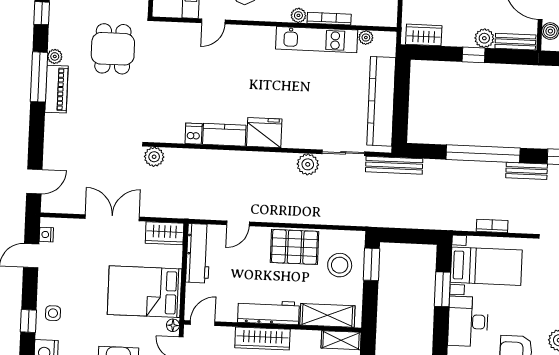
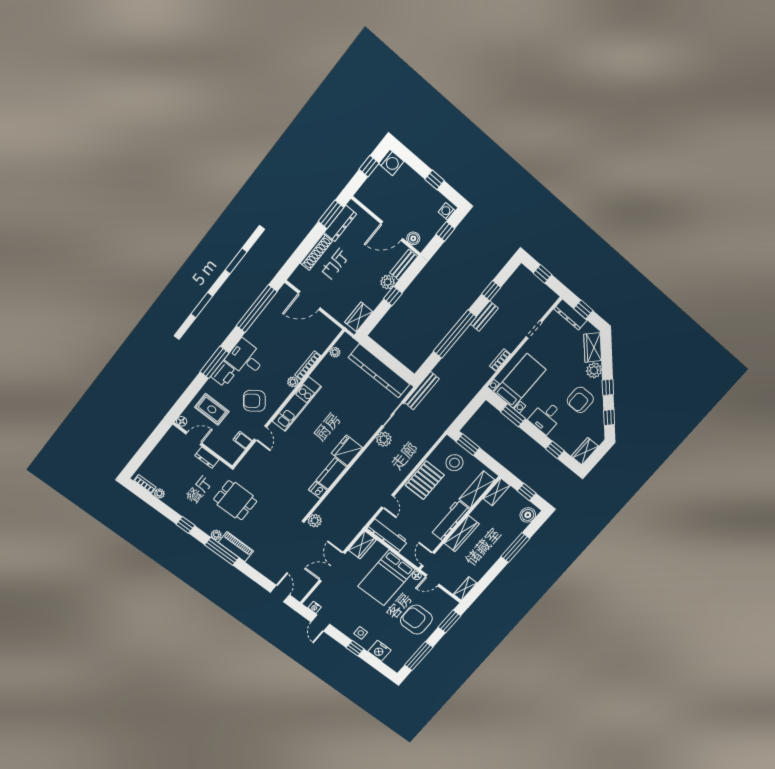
kitchen unit: (317, 40) -> (297, 404), moved
desk: (468, 322) -> (546, 417), width x0.73

